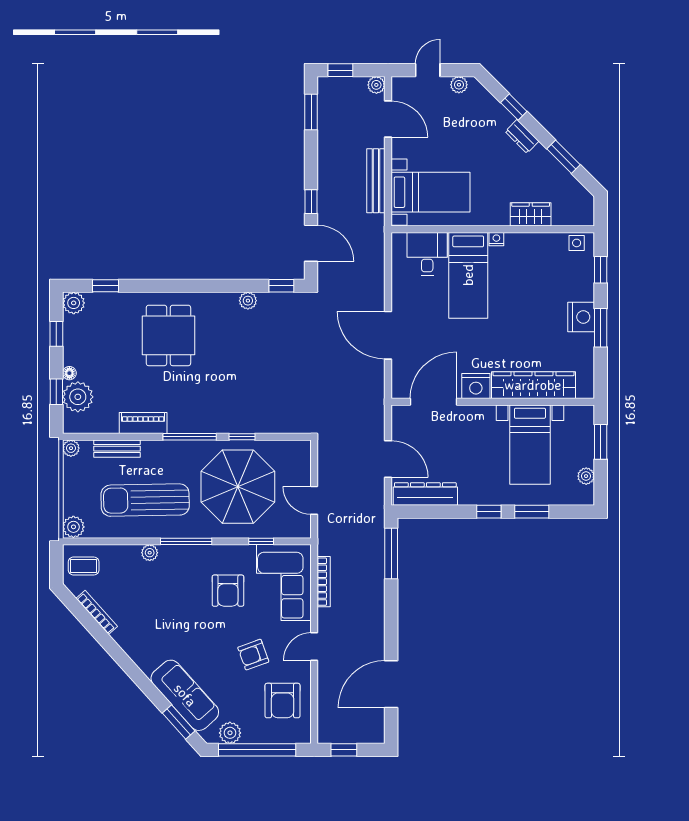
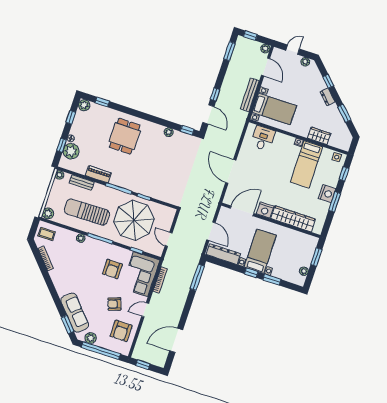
bed: (468, 275) -> (306, 164), moved
bed with nightstands: (530, 445) -> (260, 251), moved, turned 180

